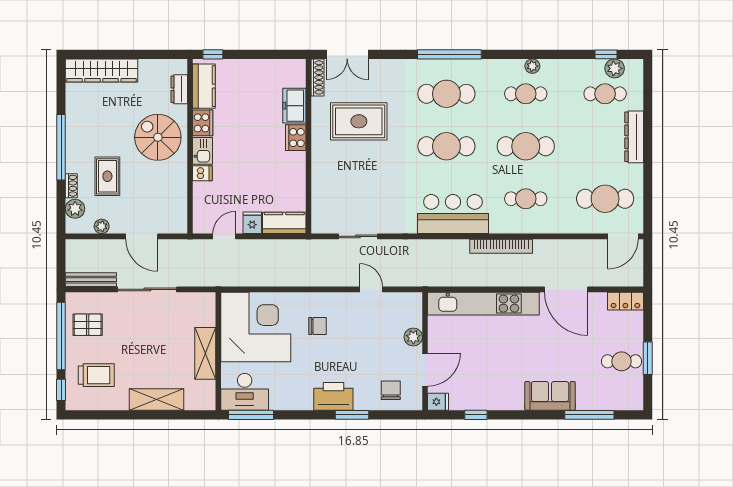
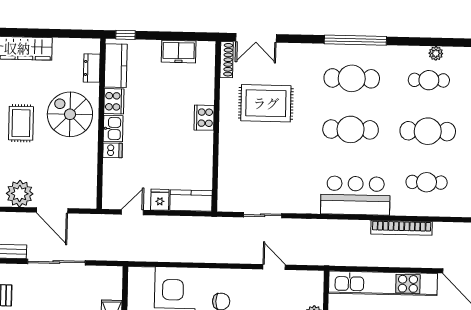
freezer: (294, 106) -> (179, 52), moved, turned -90
rug: (107, 176) -> (21, 123), moved
plant: (102, 226) -> (20, 194), width x1.87, depth x1.87

